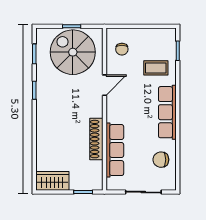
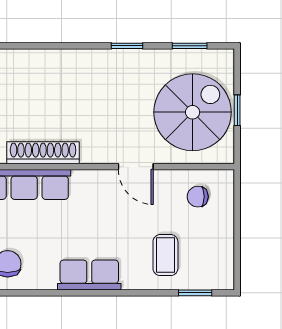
row of seats: (167, 112) -> (89, 275), width x0.68

